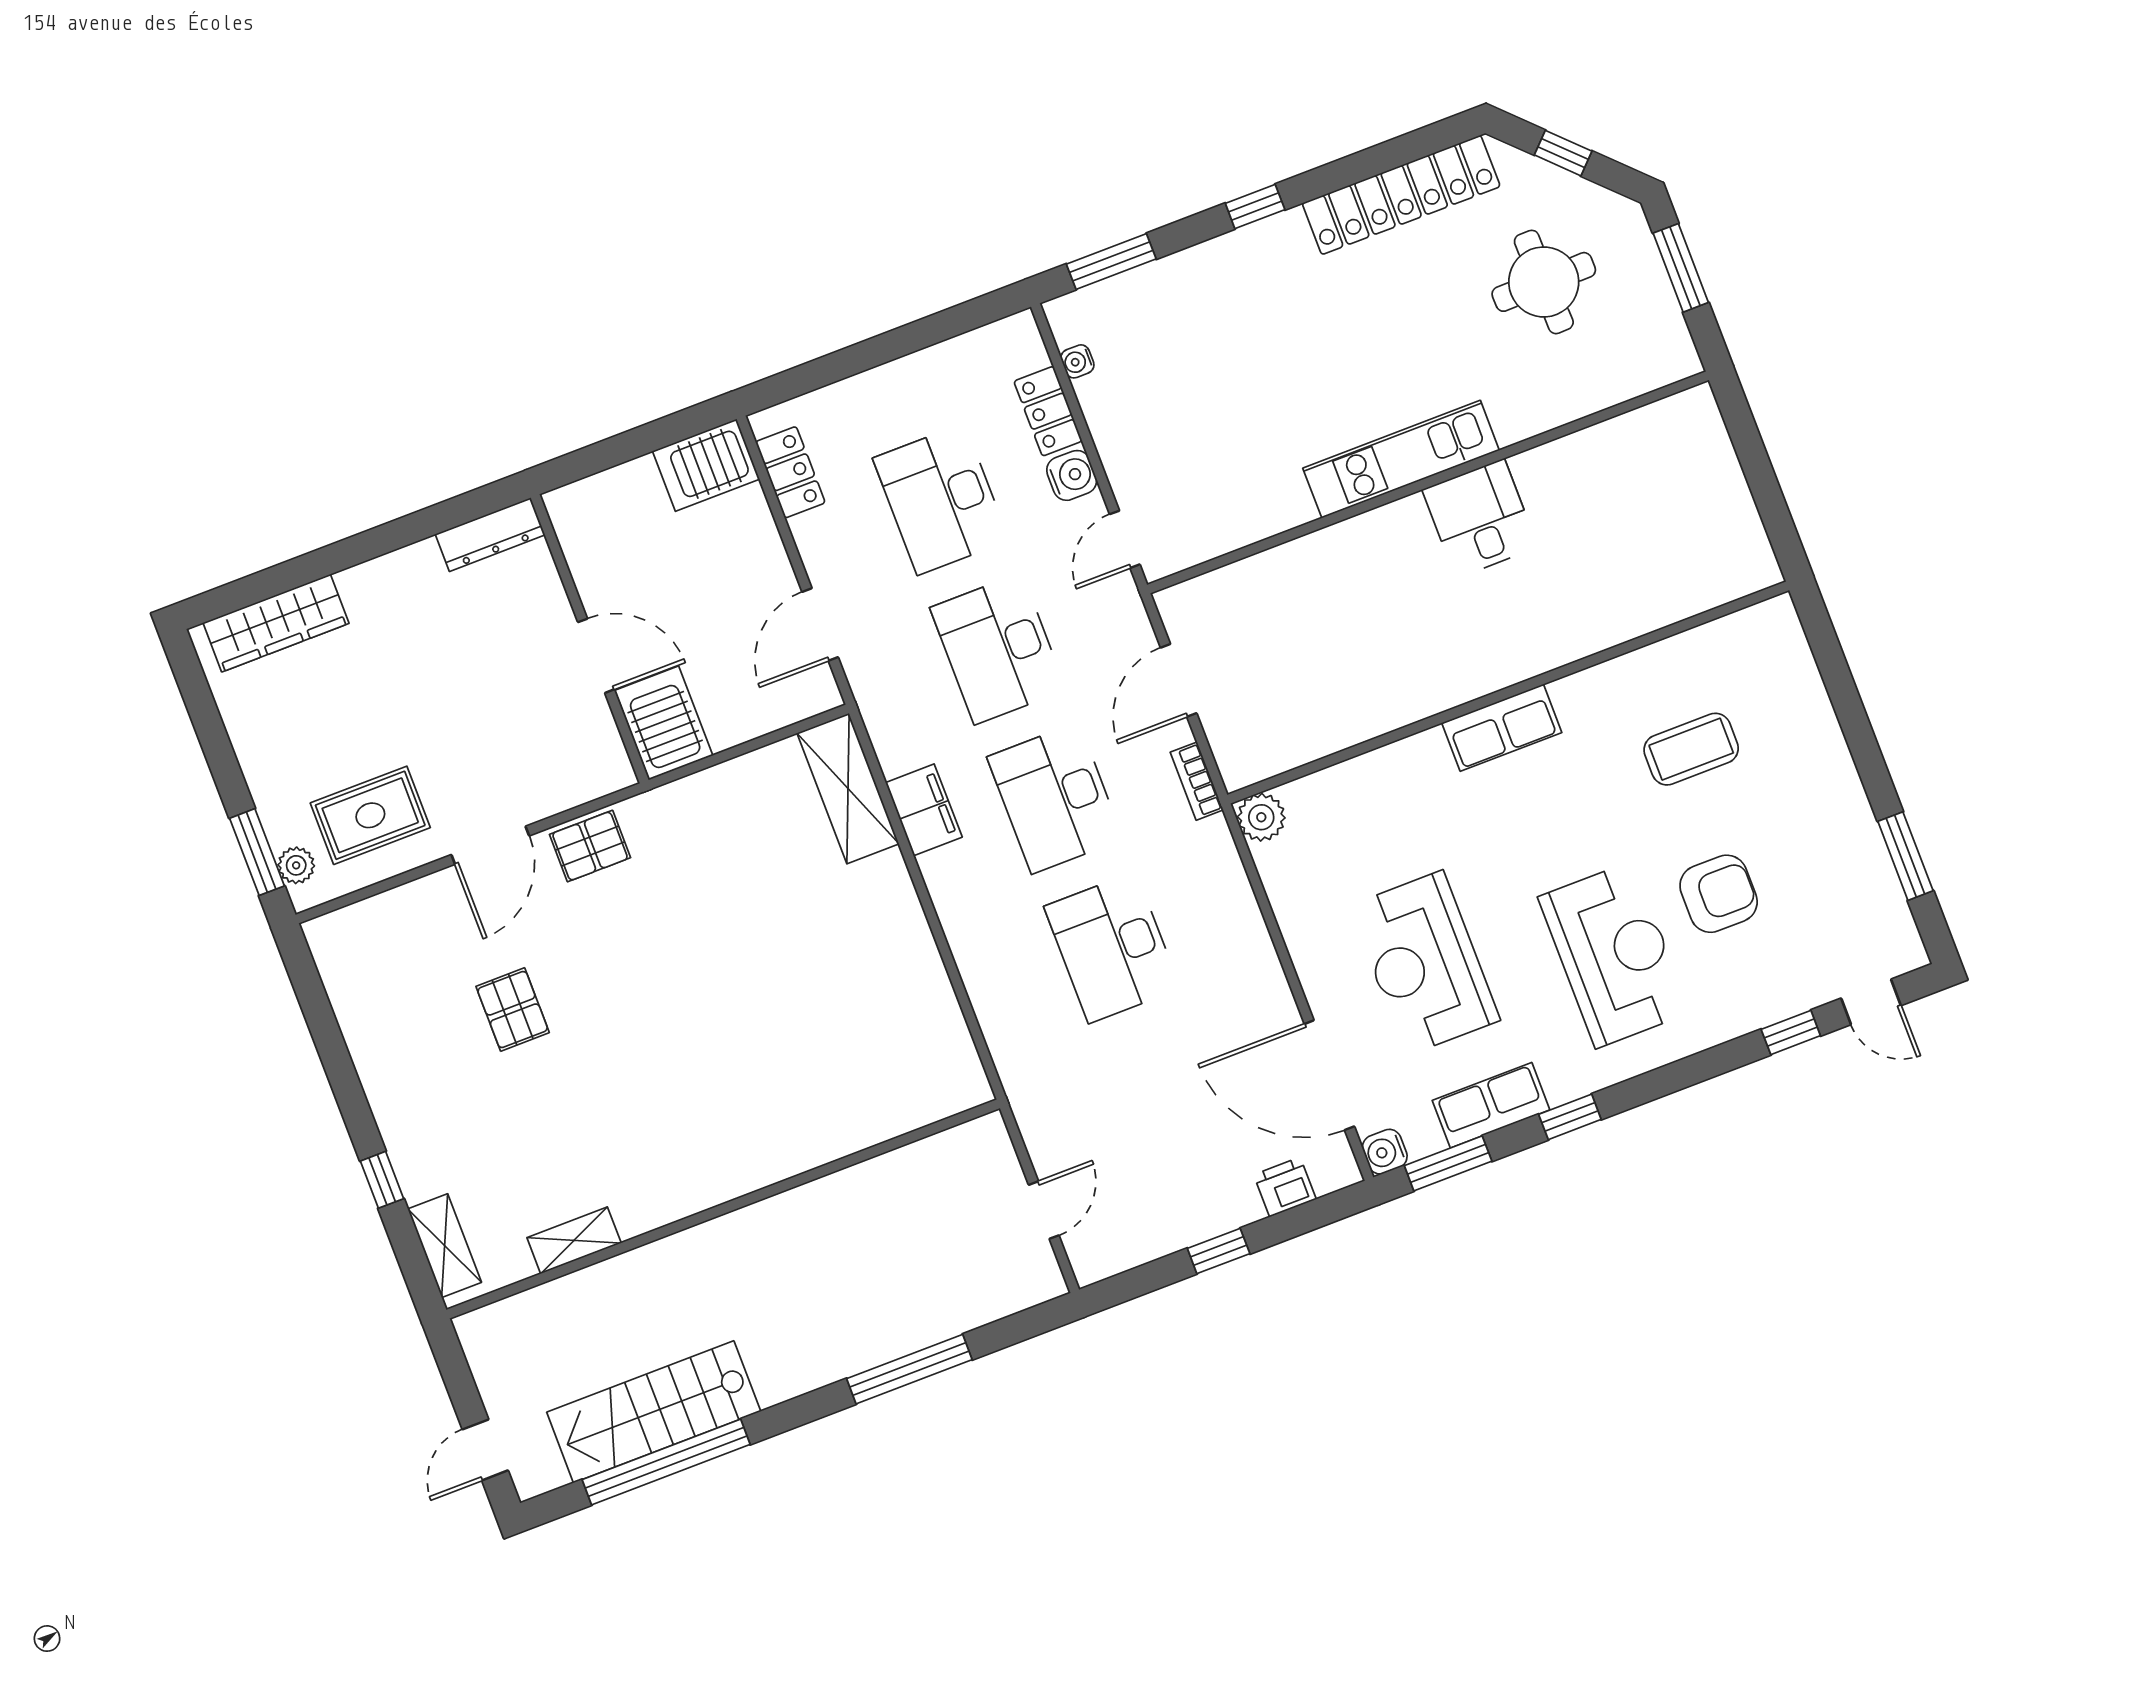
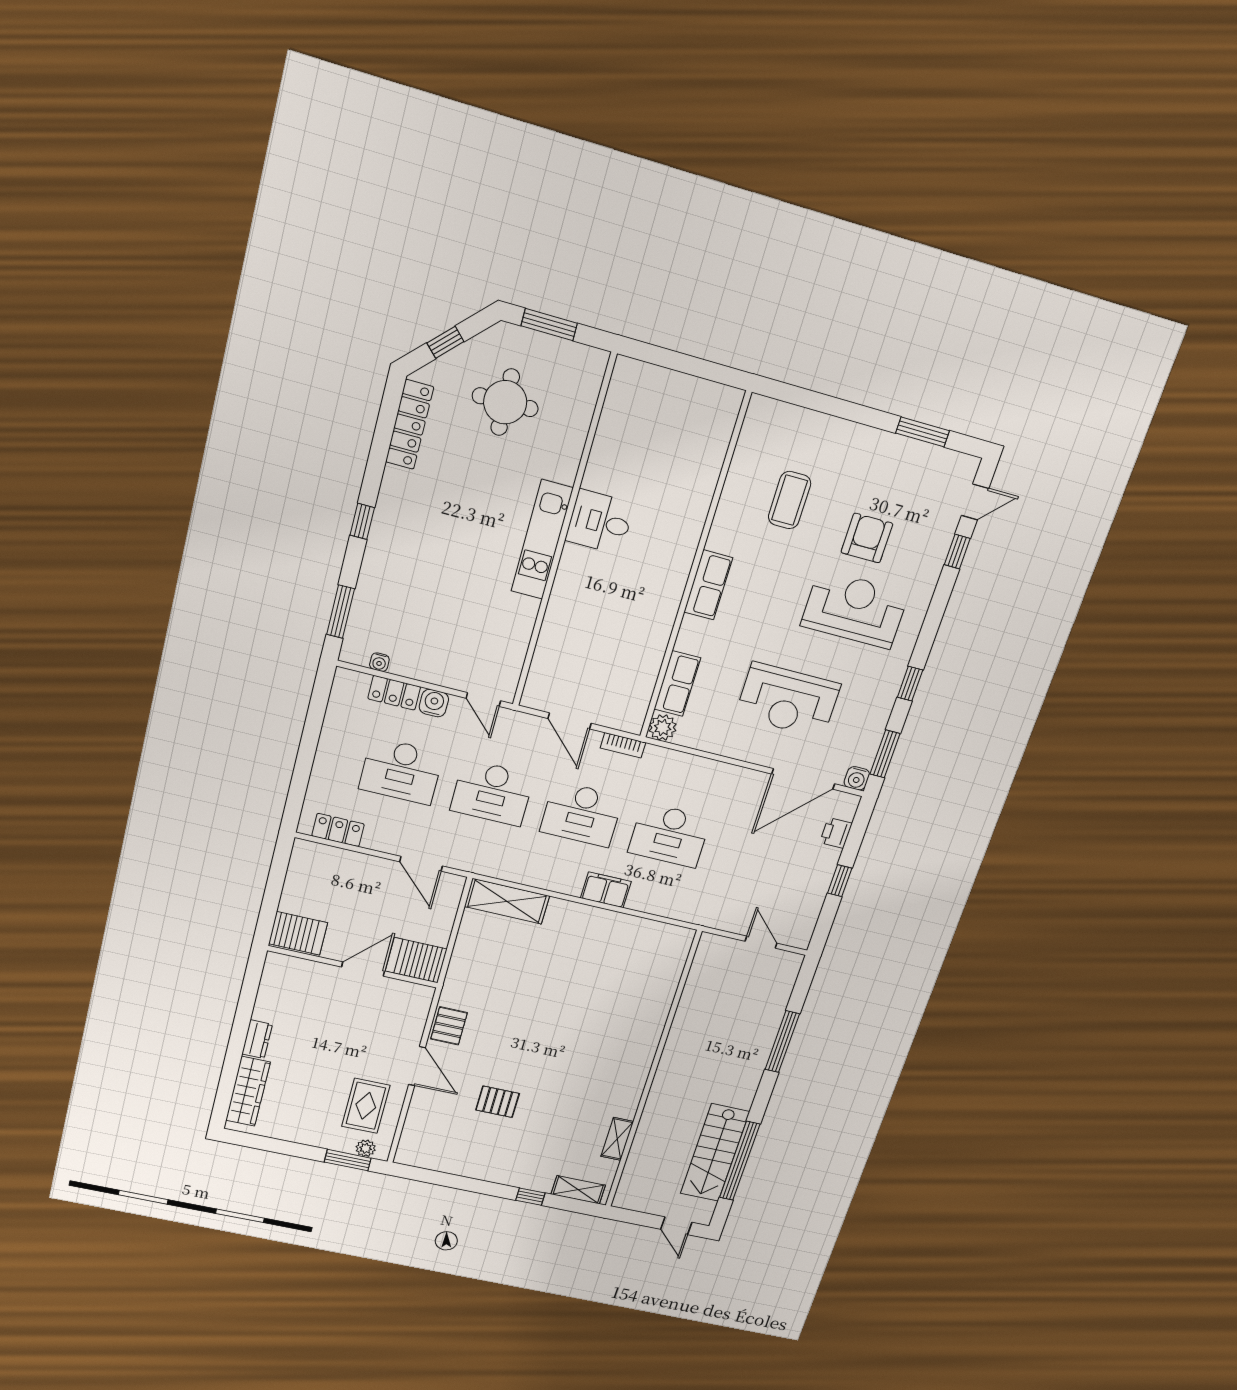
locker: (1401, 195) -> (410, 425), width x0.71, depth x0.83
server rack: (706, 465) -> (298, 933), moved, turned -90
dresser: (490, 535) -> (257, 1039), moved, width x0.70
filing cabinet: (924, 810) -> (606, 890), moved
row of seats: (1491, 1105) -> (677, 684), moved, turned 180

